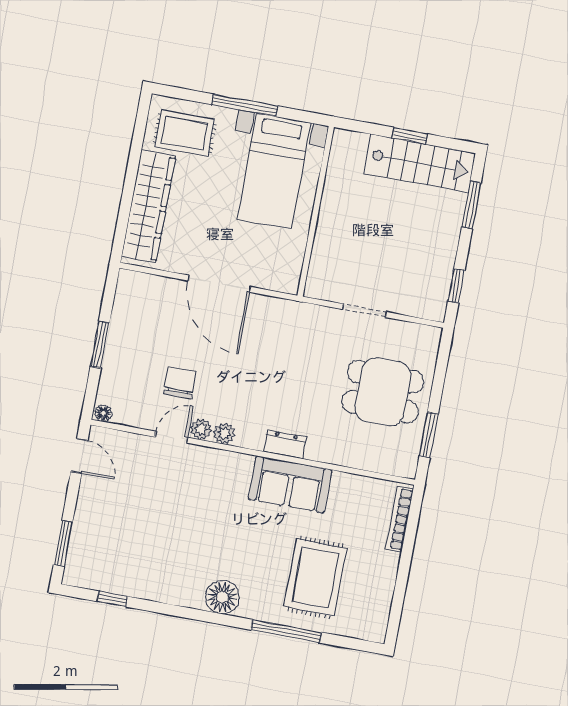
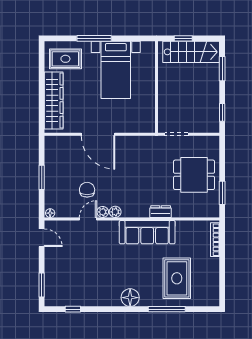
wall: (316, 211) -> (157, 87), moved
dresser: (285, 444) -> (161, 212), moved
sofa: (290, 484) -> (147, 232), width x1.36

